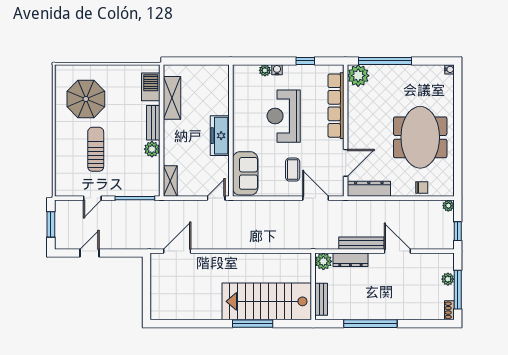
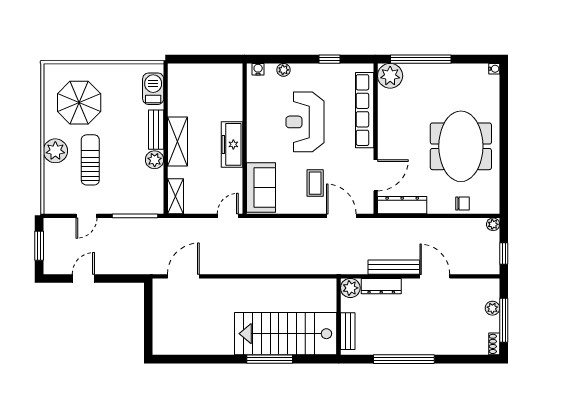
water cooler: (277, 70) -> (258, 69), moved
shelving: (172, 98) -> (177, 141), moved
plant: (65, 141) -> (55, 151), added

